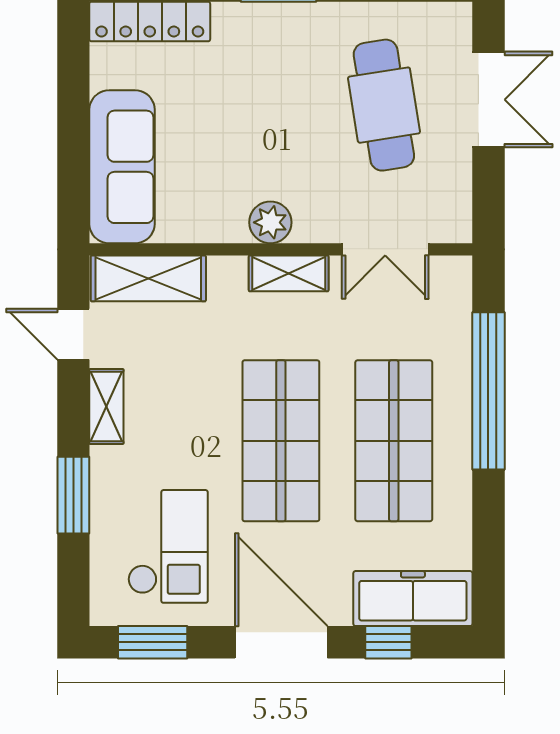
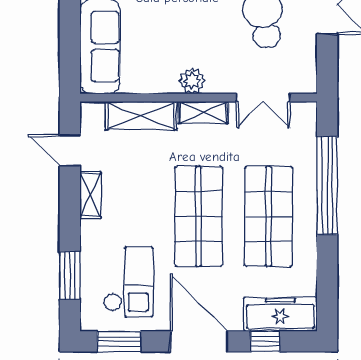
shelving: (148, 278) -> (141, 116), moved
window: (73, 495) -> (70, 275), moved

